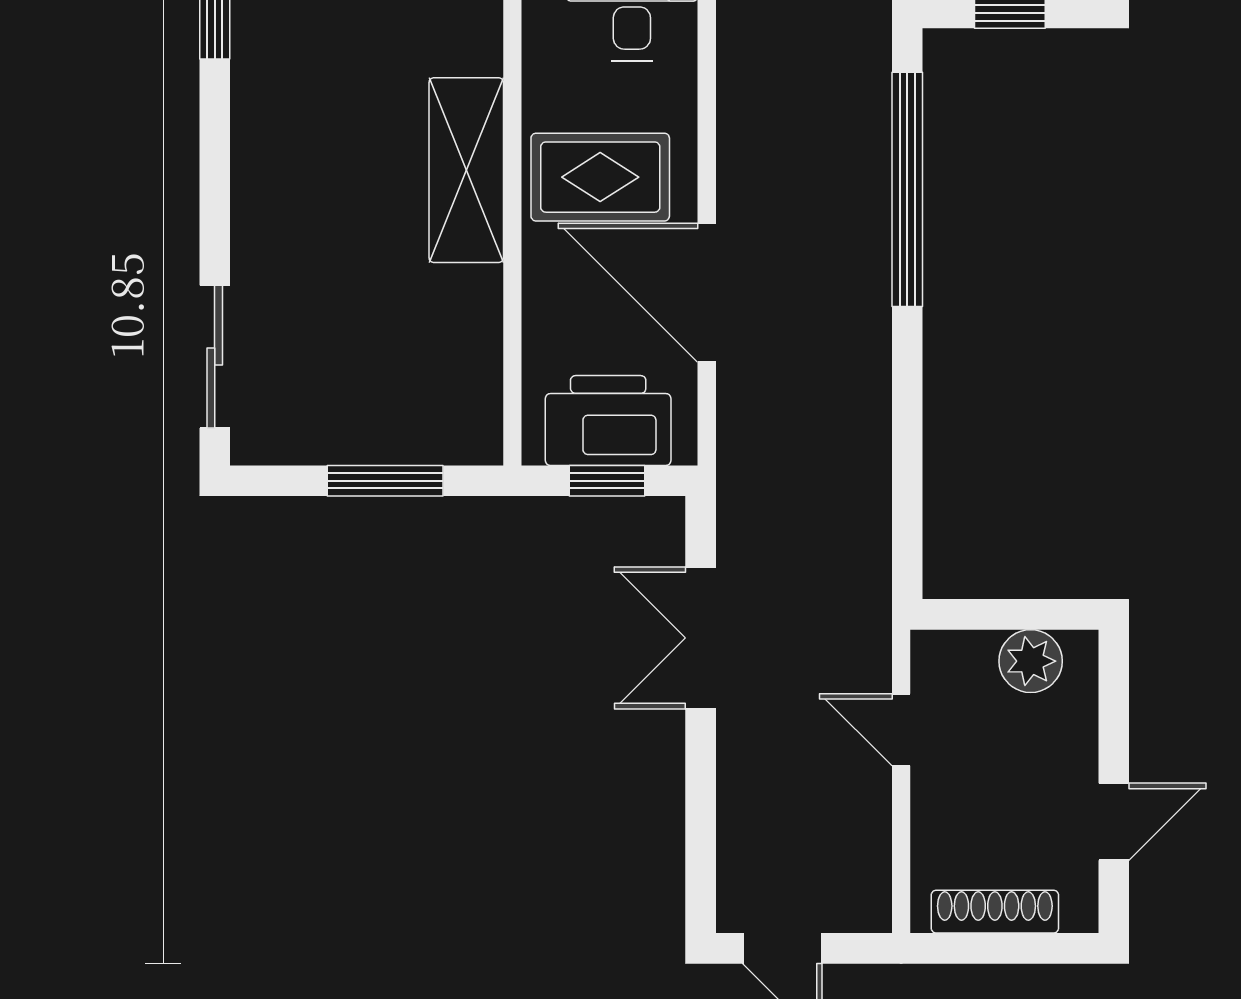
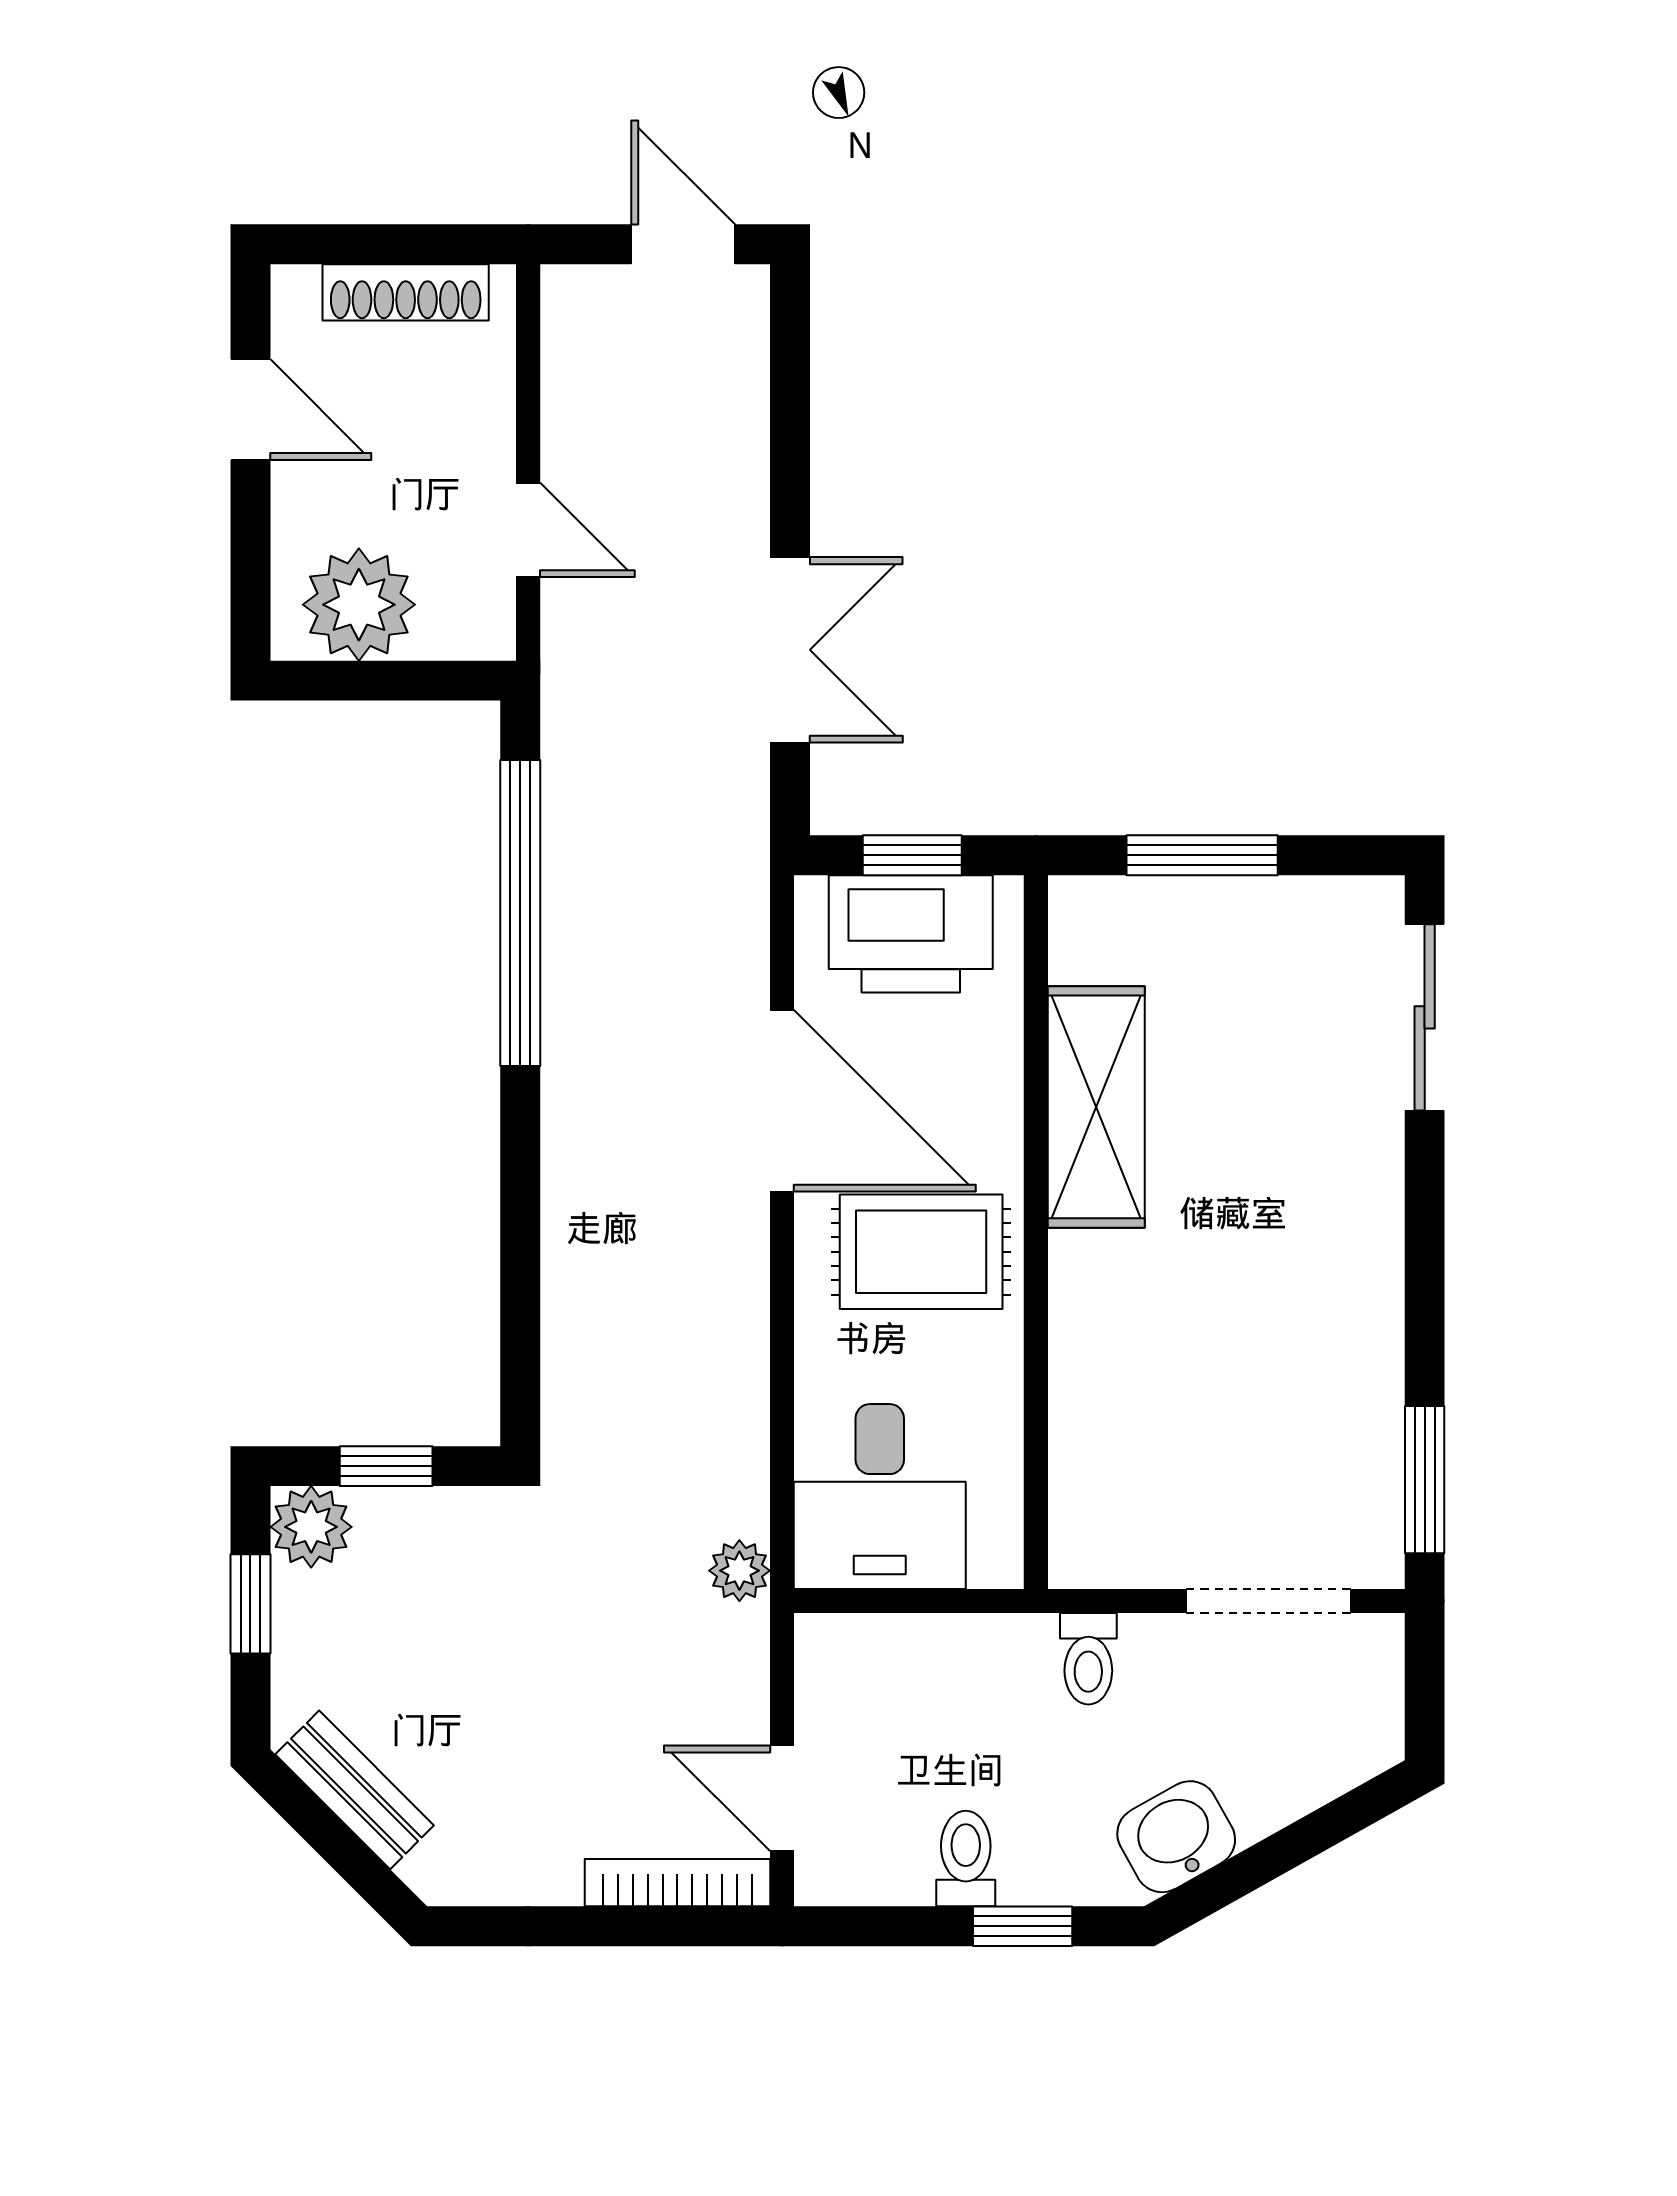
shelving: (466, 170) -> (1096, 1107), moved
window: (907, 189) -> (520, 913), moved
plant: (1031, 661) -> (359, 605), width x1.36, depth x1.36
door: (1114, 822) -> (250, 410), swing flipped

